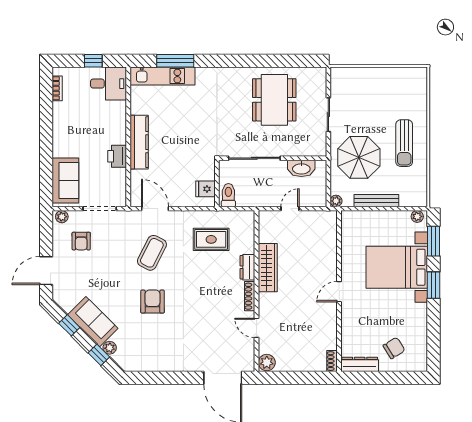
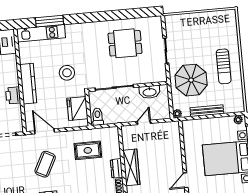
dining table: (274, 100) -> (125, 43), width x0.73
stool: (192, 132) -> (67, 73), added
fridge: (205, 189) -> (77, 109), width x1.88, depth x1.34

